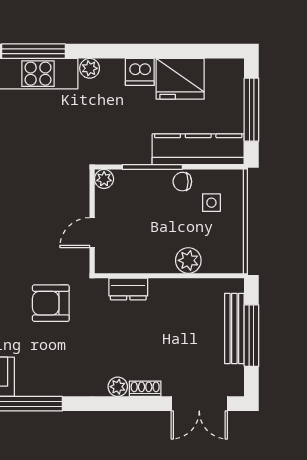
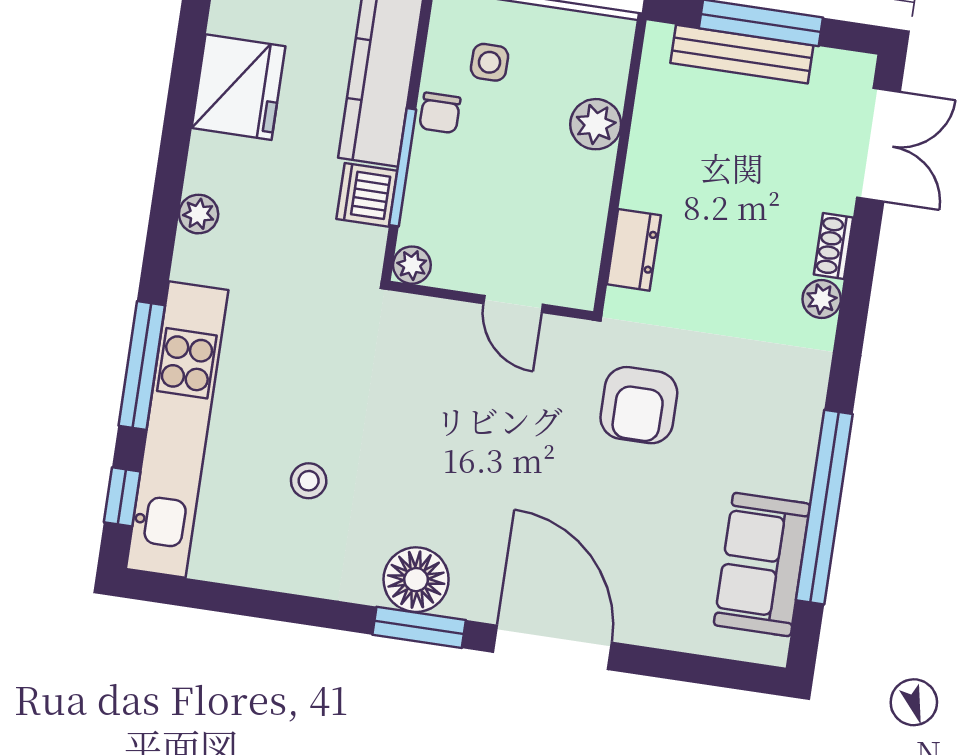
plant: (90, 68) -> (199, 214), moved
dishwasher: (140, 72) -> (367, 195), moved, turned 180

